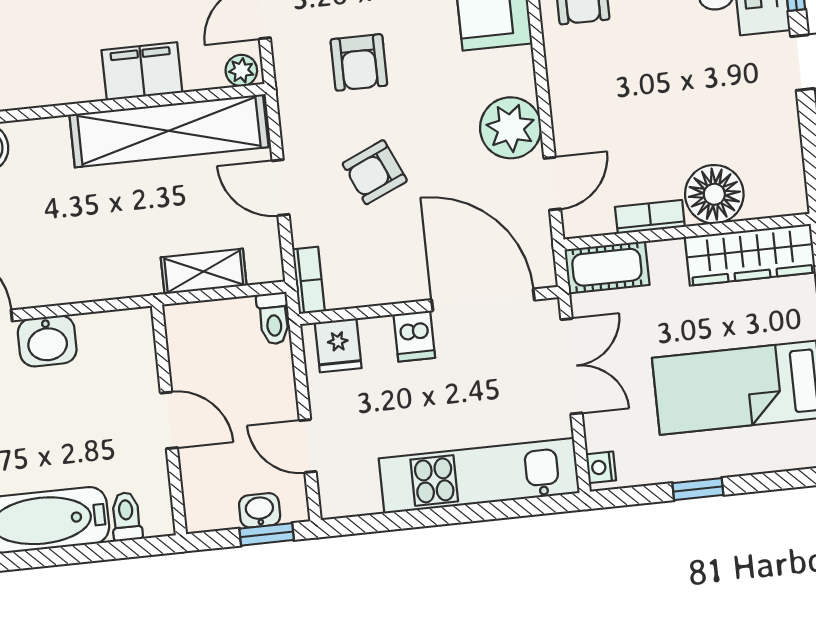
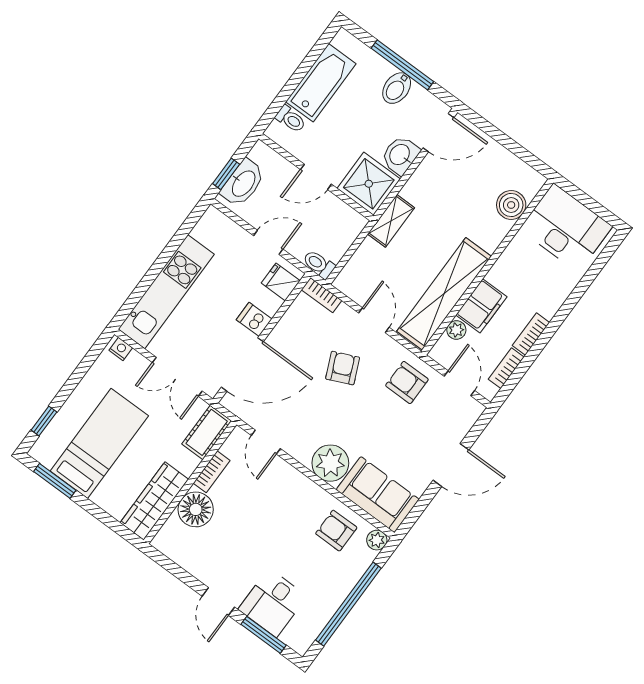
armchair: (359, 62) -> (407, 382), moved
plant: (241, 70) -> (456, 330), moved
plant: (511, 128) -> (330, 463), moved
door: (281, 188) -> (374, 320), hinge flipped
shelving: (204, 271) -> (391, 221), moved
shower: (118, 347) -> (369, 184), added
door: (308, 446) -> (268, 242), moved
window: (698, 489) -> (44, 421), moved
washbasin: (260, 510) -> (243, 183), width x1.91, depth x1.45

